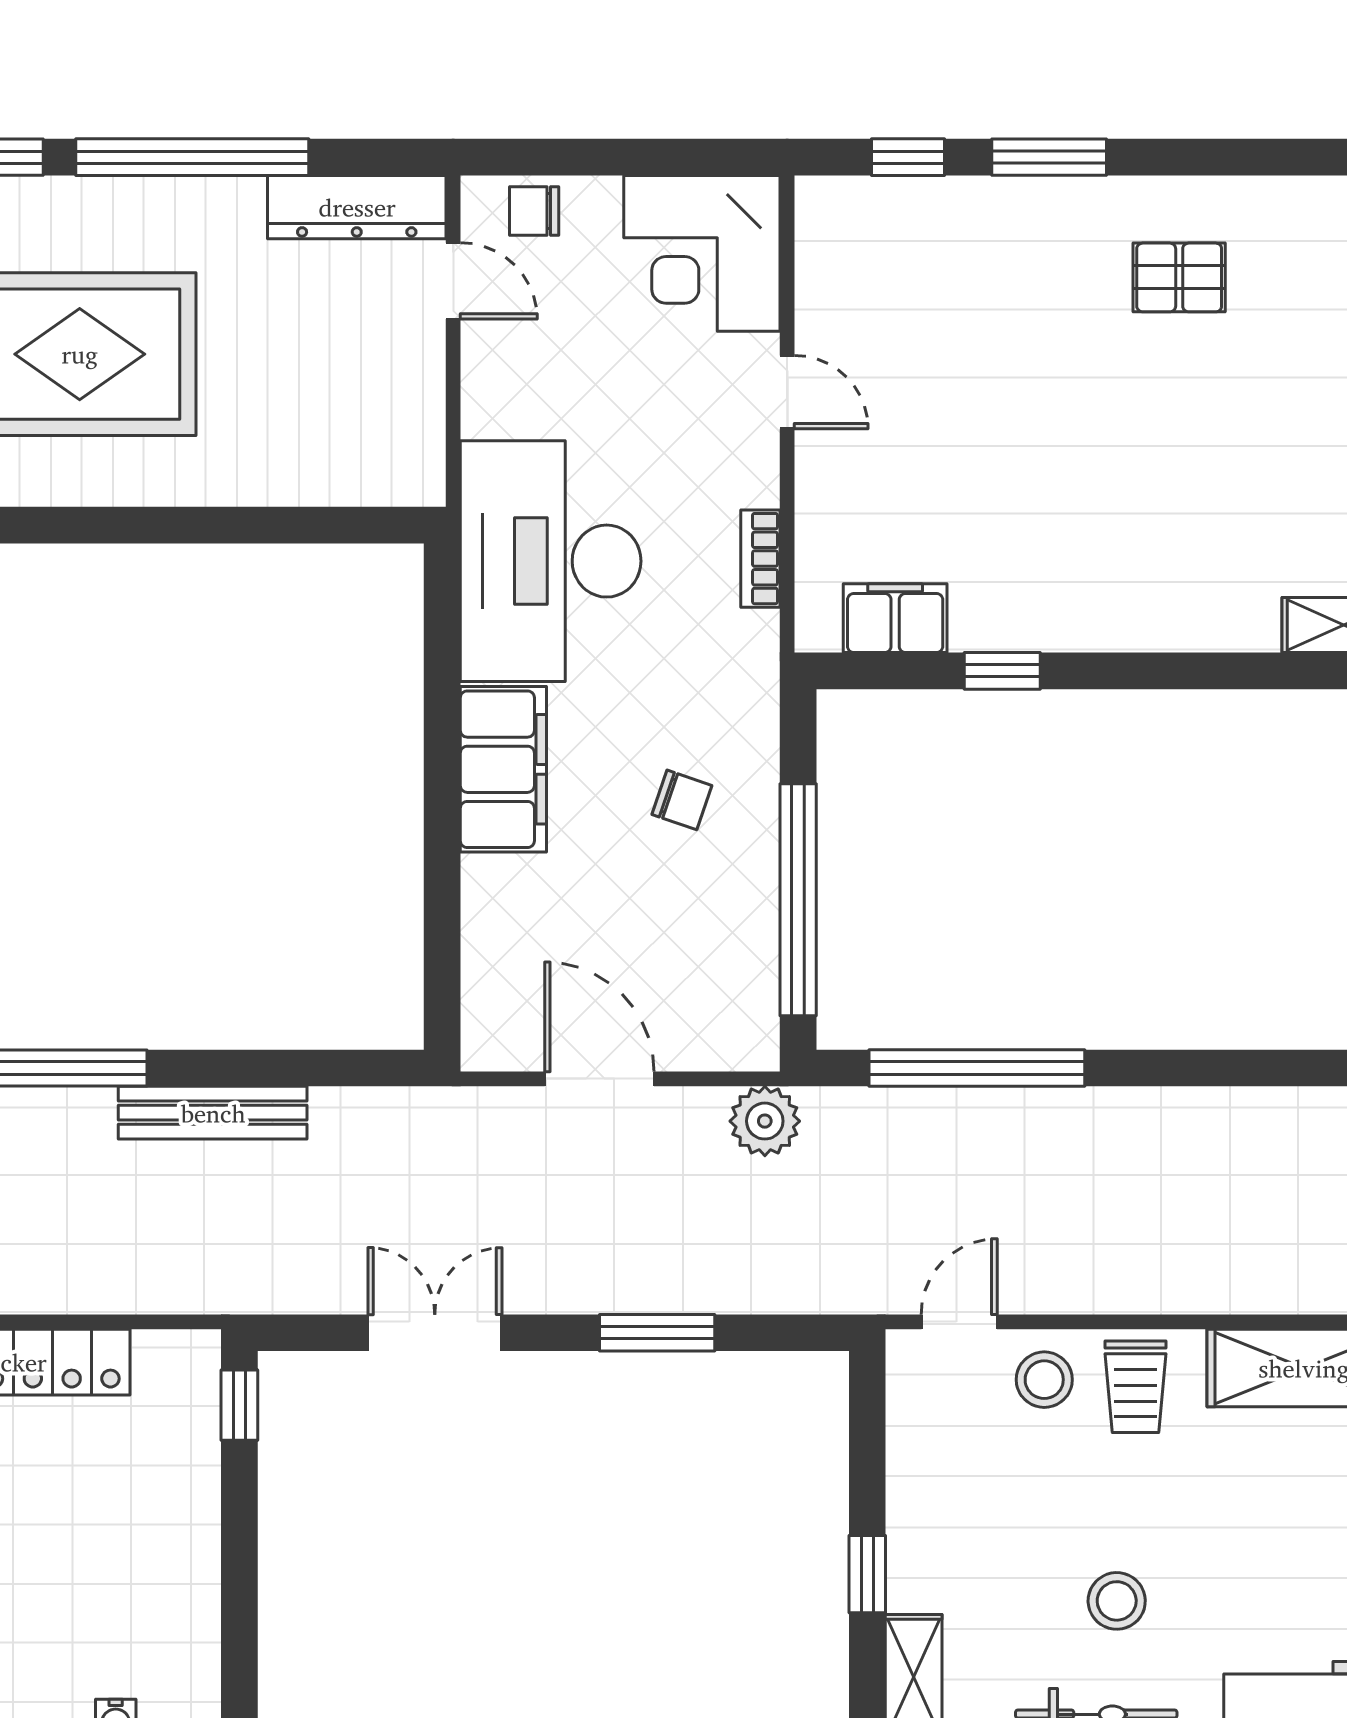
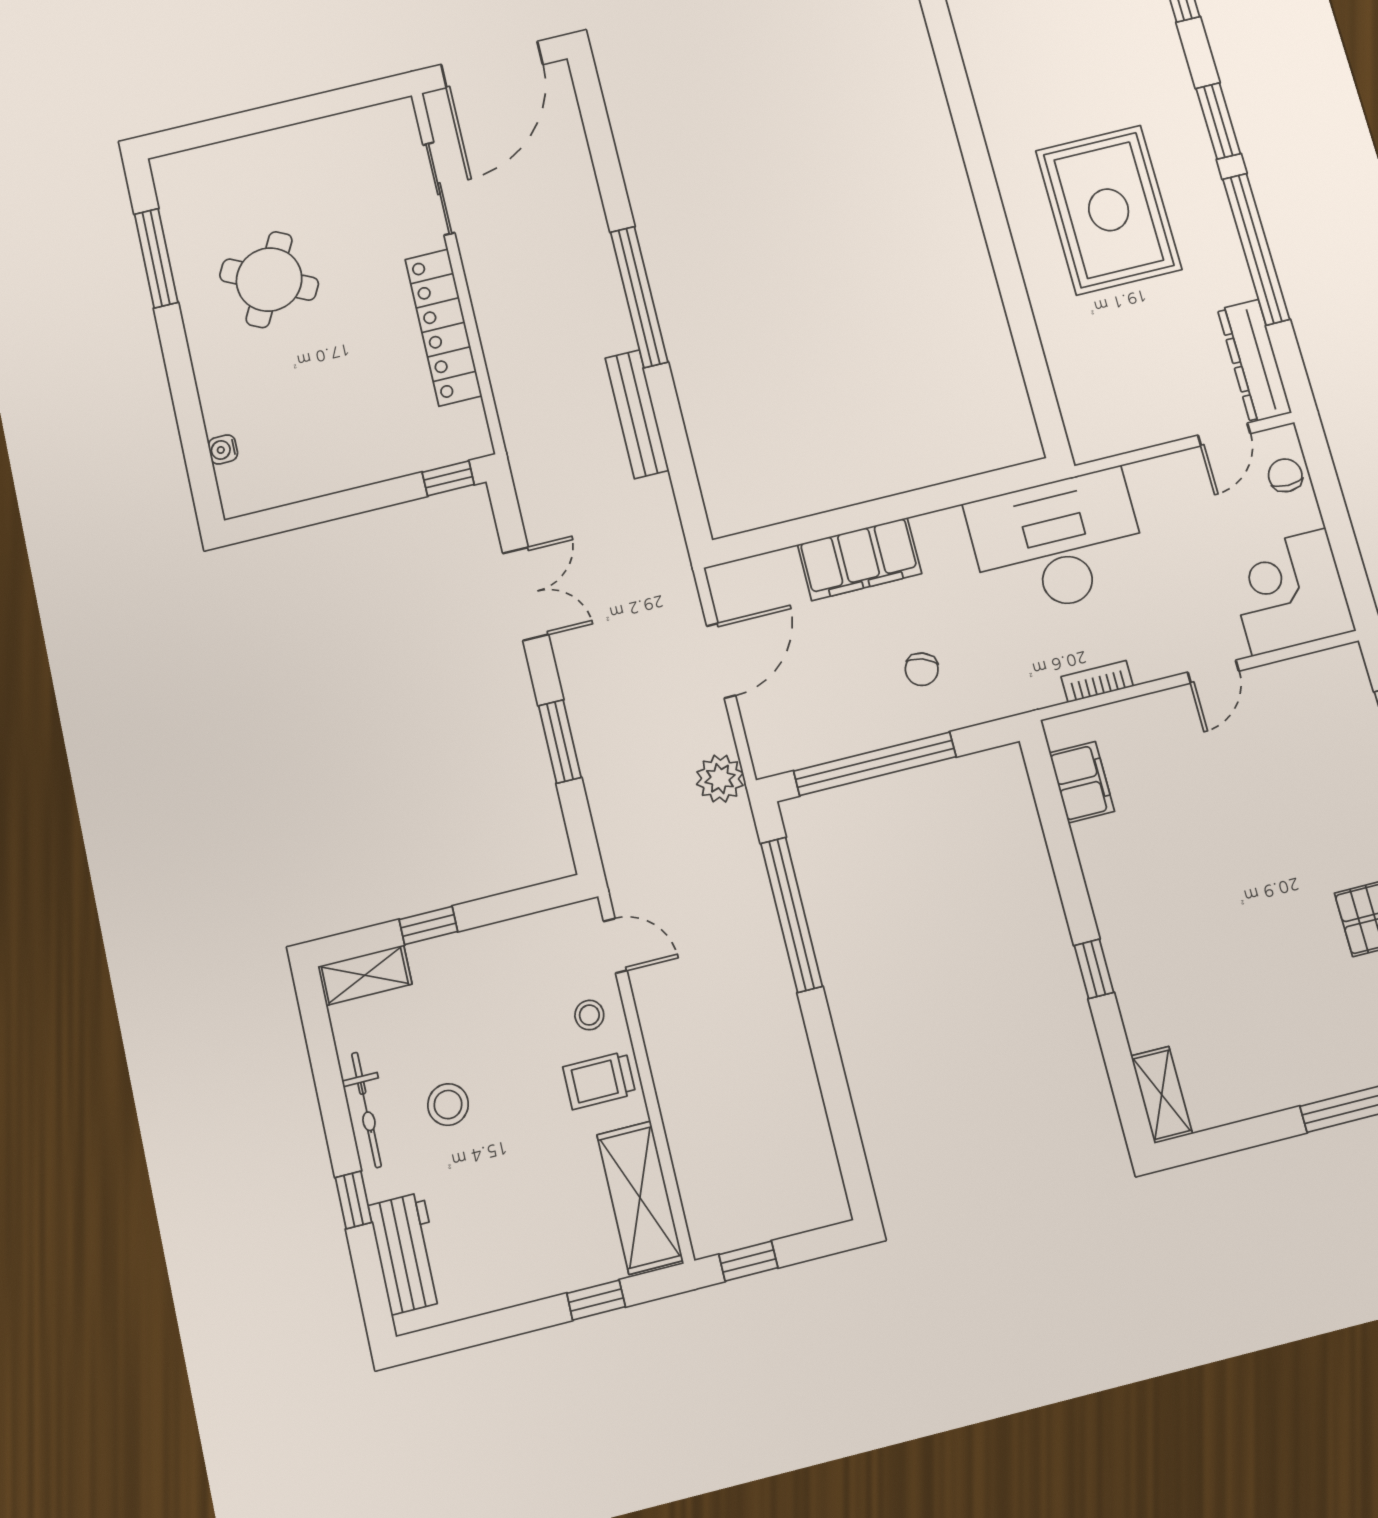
window: (1002, 671) -> (1094, 969), moved
filing cabinet: (503, 769) -> (860, 559), moved
stool: (1044, 1380) -> (589, 1015), width x0.73, depth x0.73

